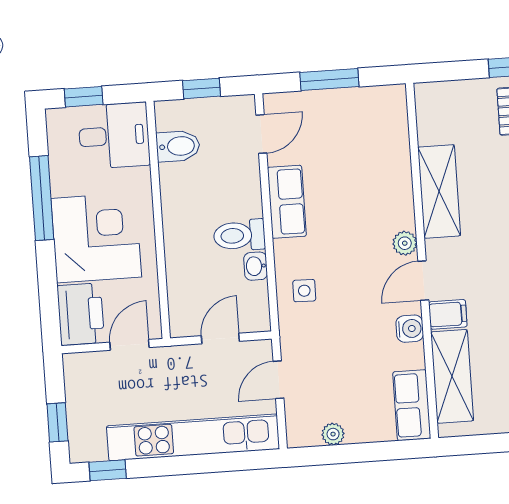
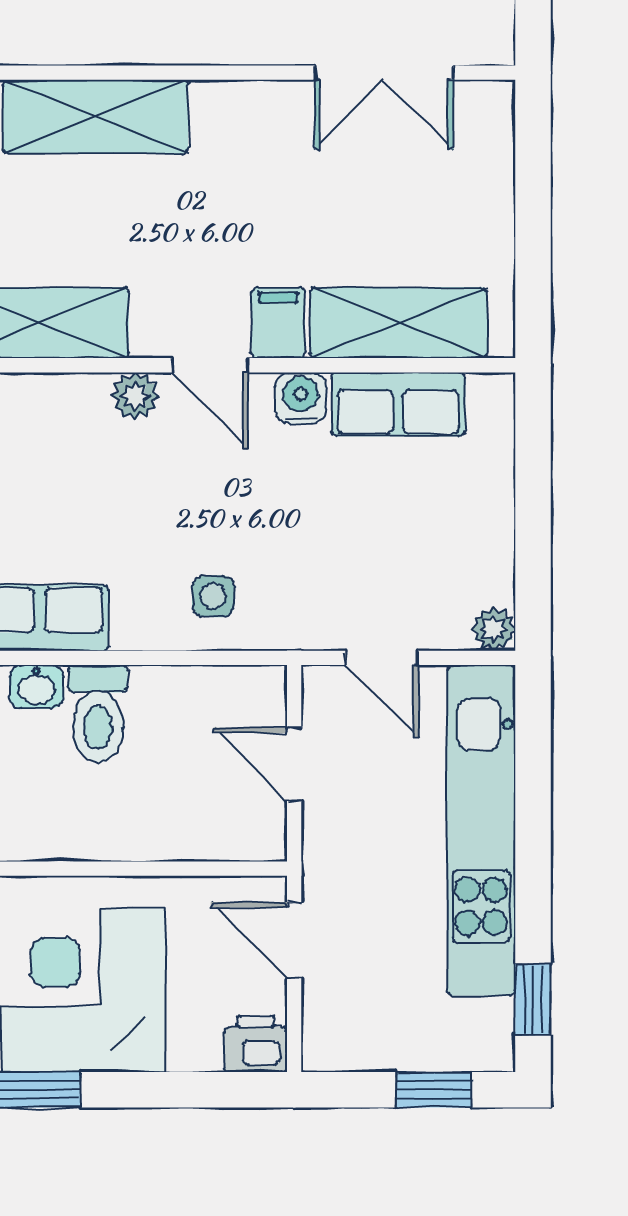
washbasin: (256, 266) -> (36, 687), moved
printer: (81, 314) -> (256, 1044), width x0.53, depth x0.68
row of seats: (412, 405) -> (398, 404), moved
plant: (333, 434) -> (494, 629), moved

